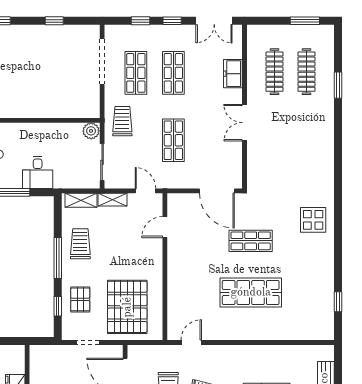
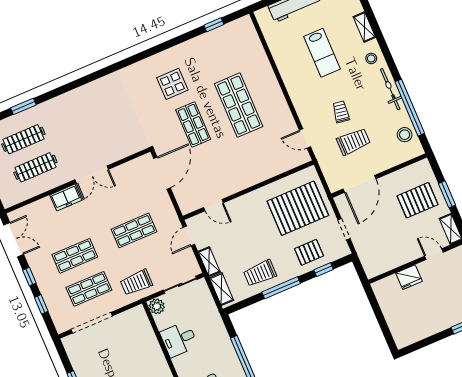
freezer: (233, 74) -> (66, 198), moved
desk: (38, 172) -> (179, 339), moved, turned 180
display table: (313, 220) -> (172, 84), moved

